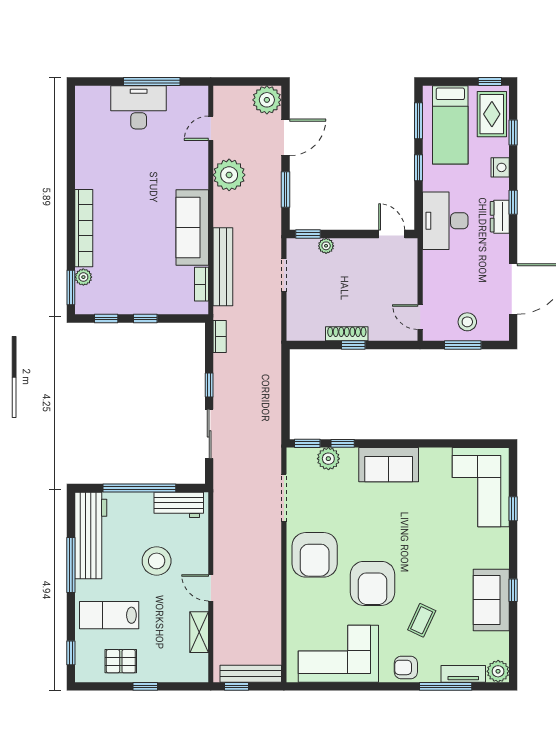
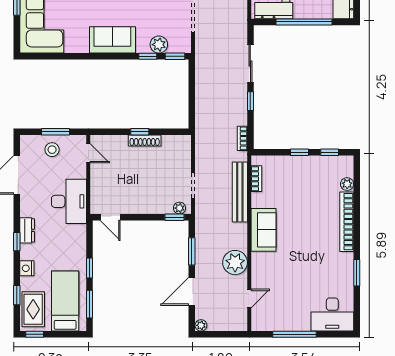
plant: (267, 100) -> (201, 325), width x0.53, depth x0.53
desk: (139, 107) -> (332, 314), moved
desk: (445, 221) -> (69, 201), moved
sofa: (192, 227) -> (263, 230), width x0.73
plant: (326, 246) -> (180, 208), moved
window: (71, 287) -> (357, 273), moved

